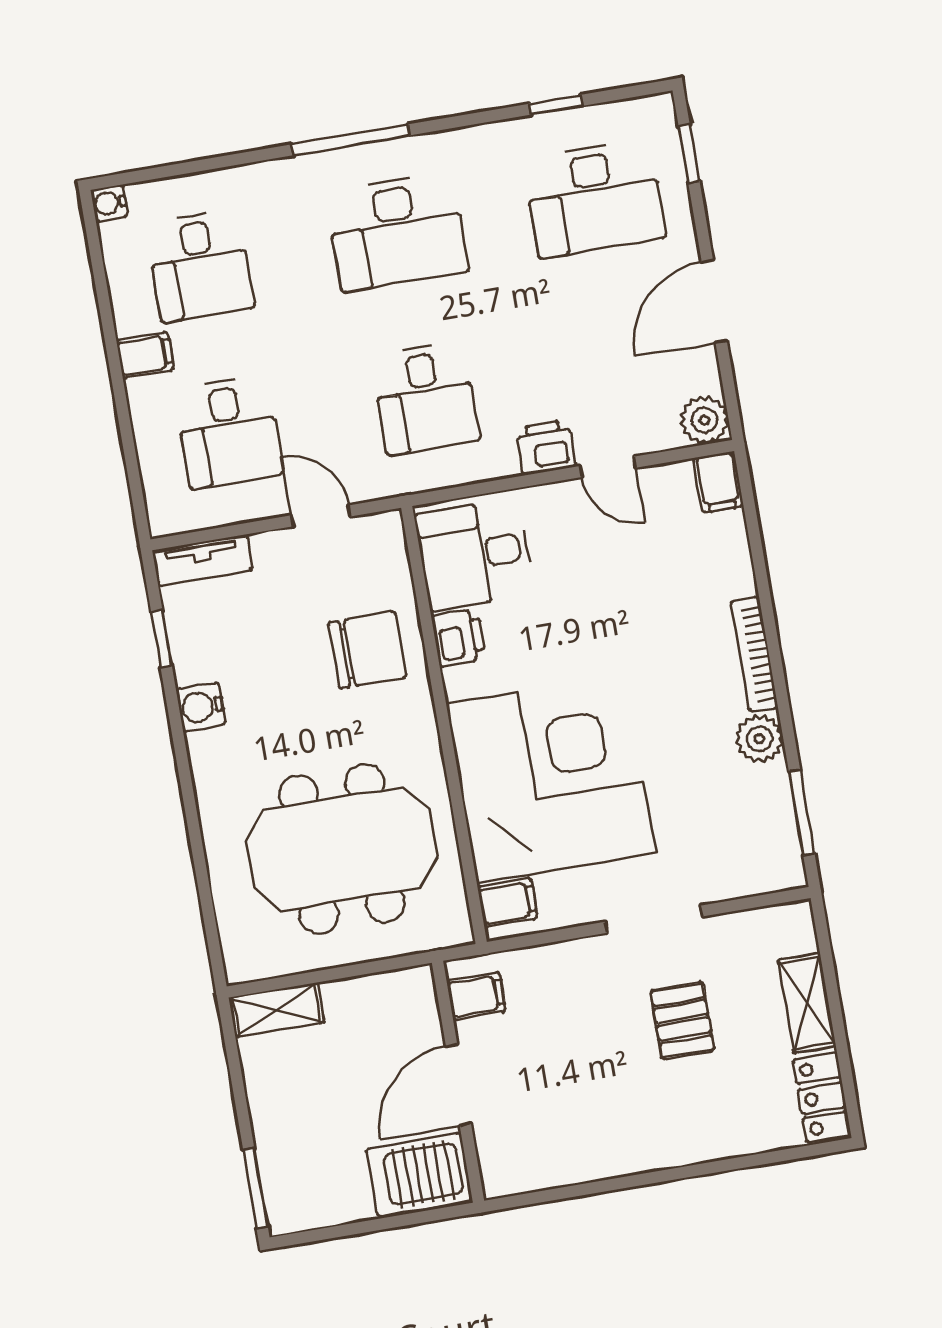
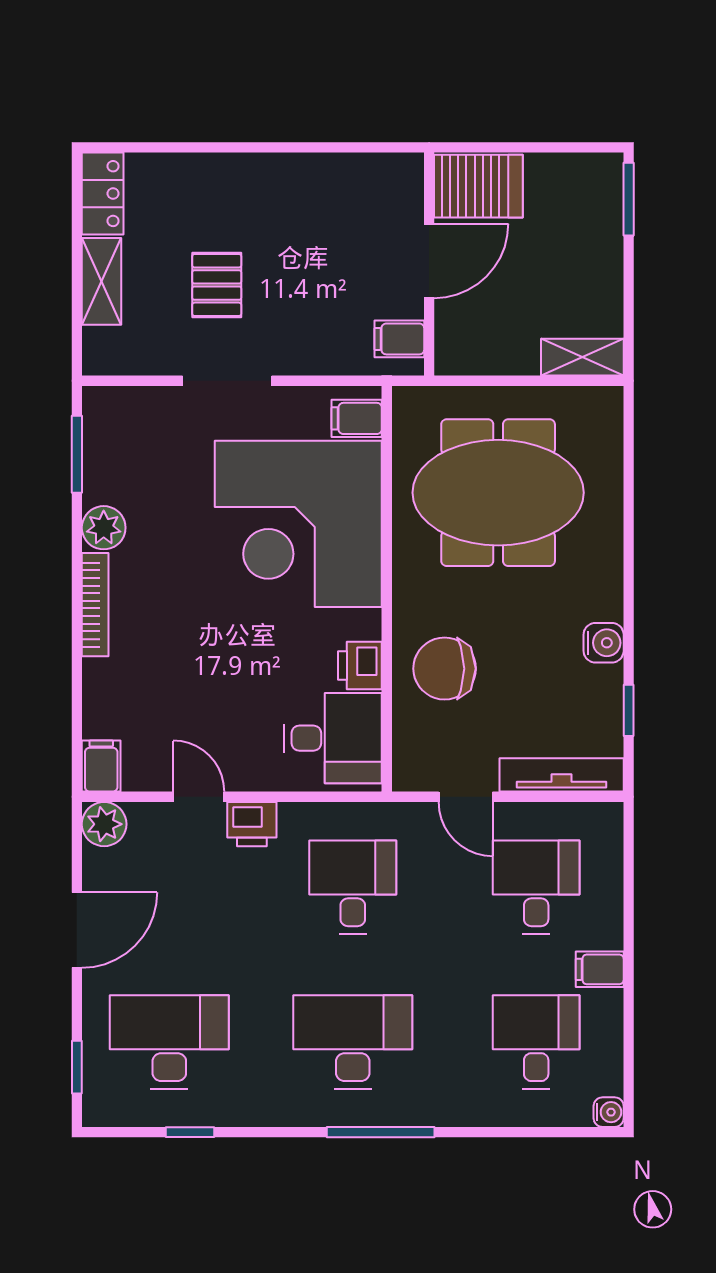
tv unit: (202, 560) -> (562, 775), width x1.41

